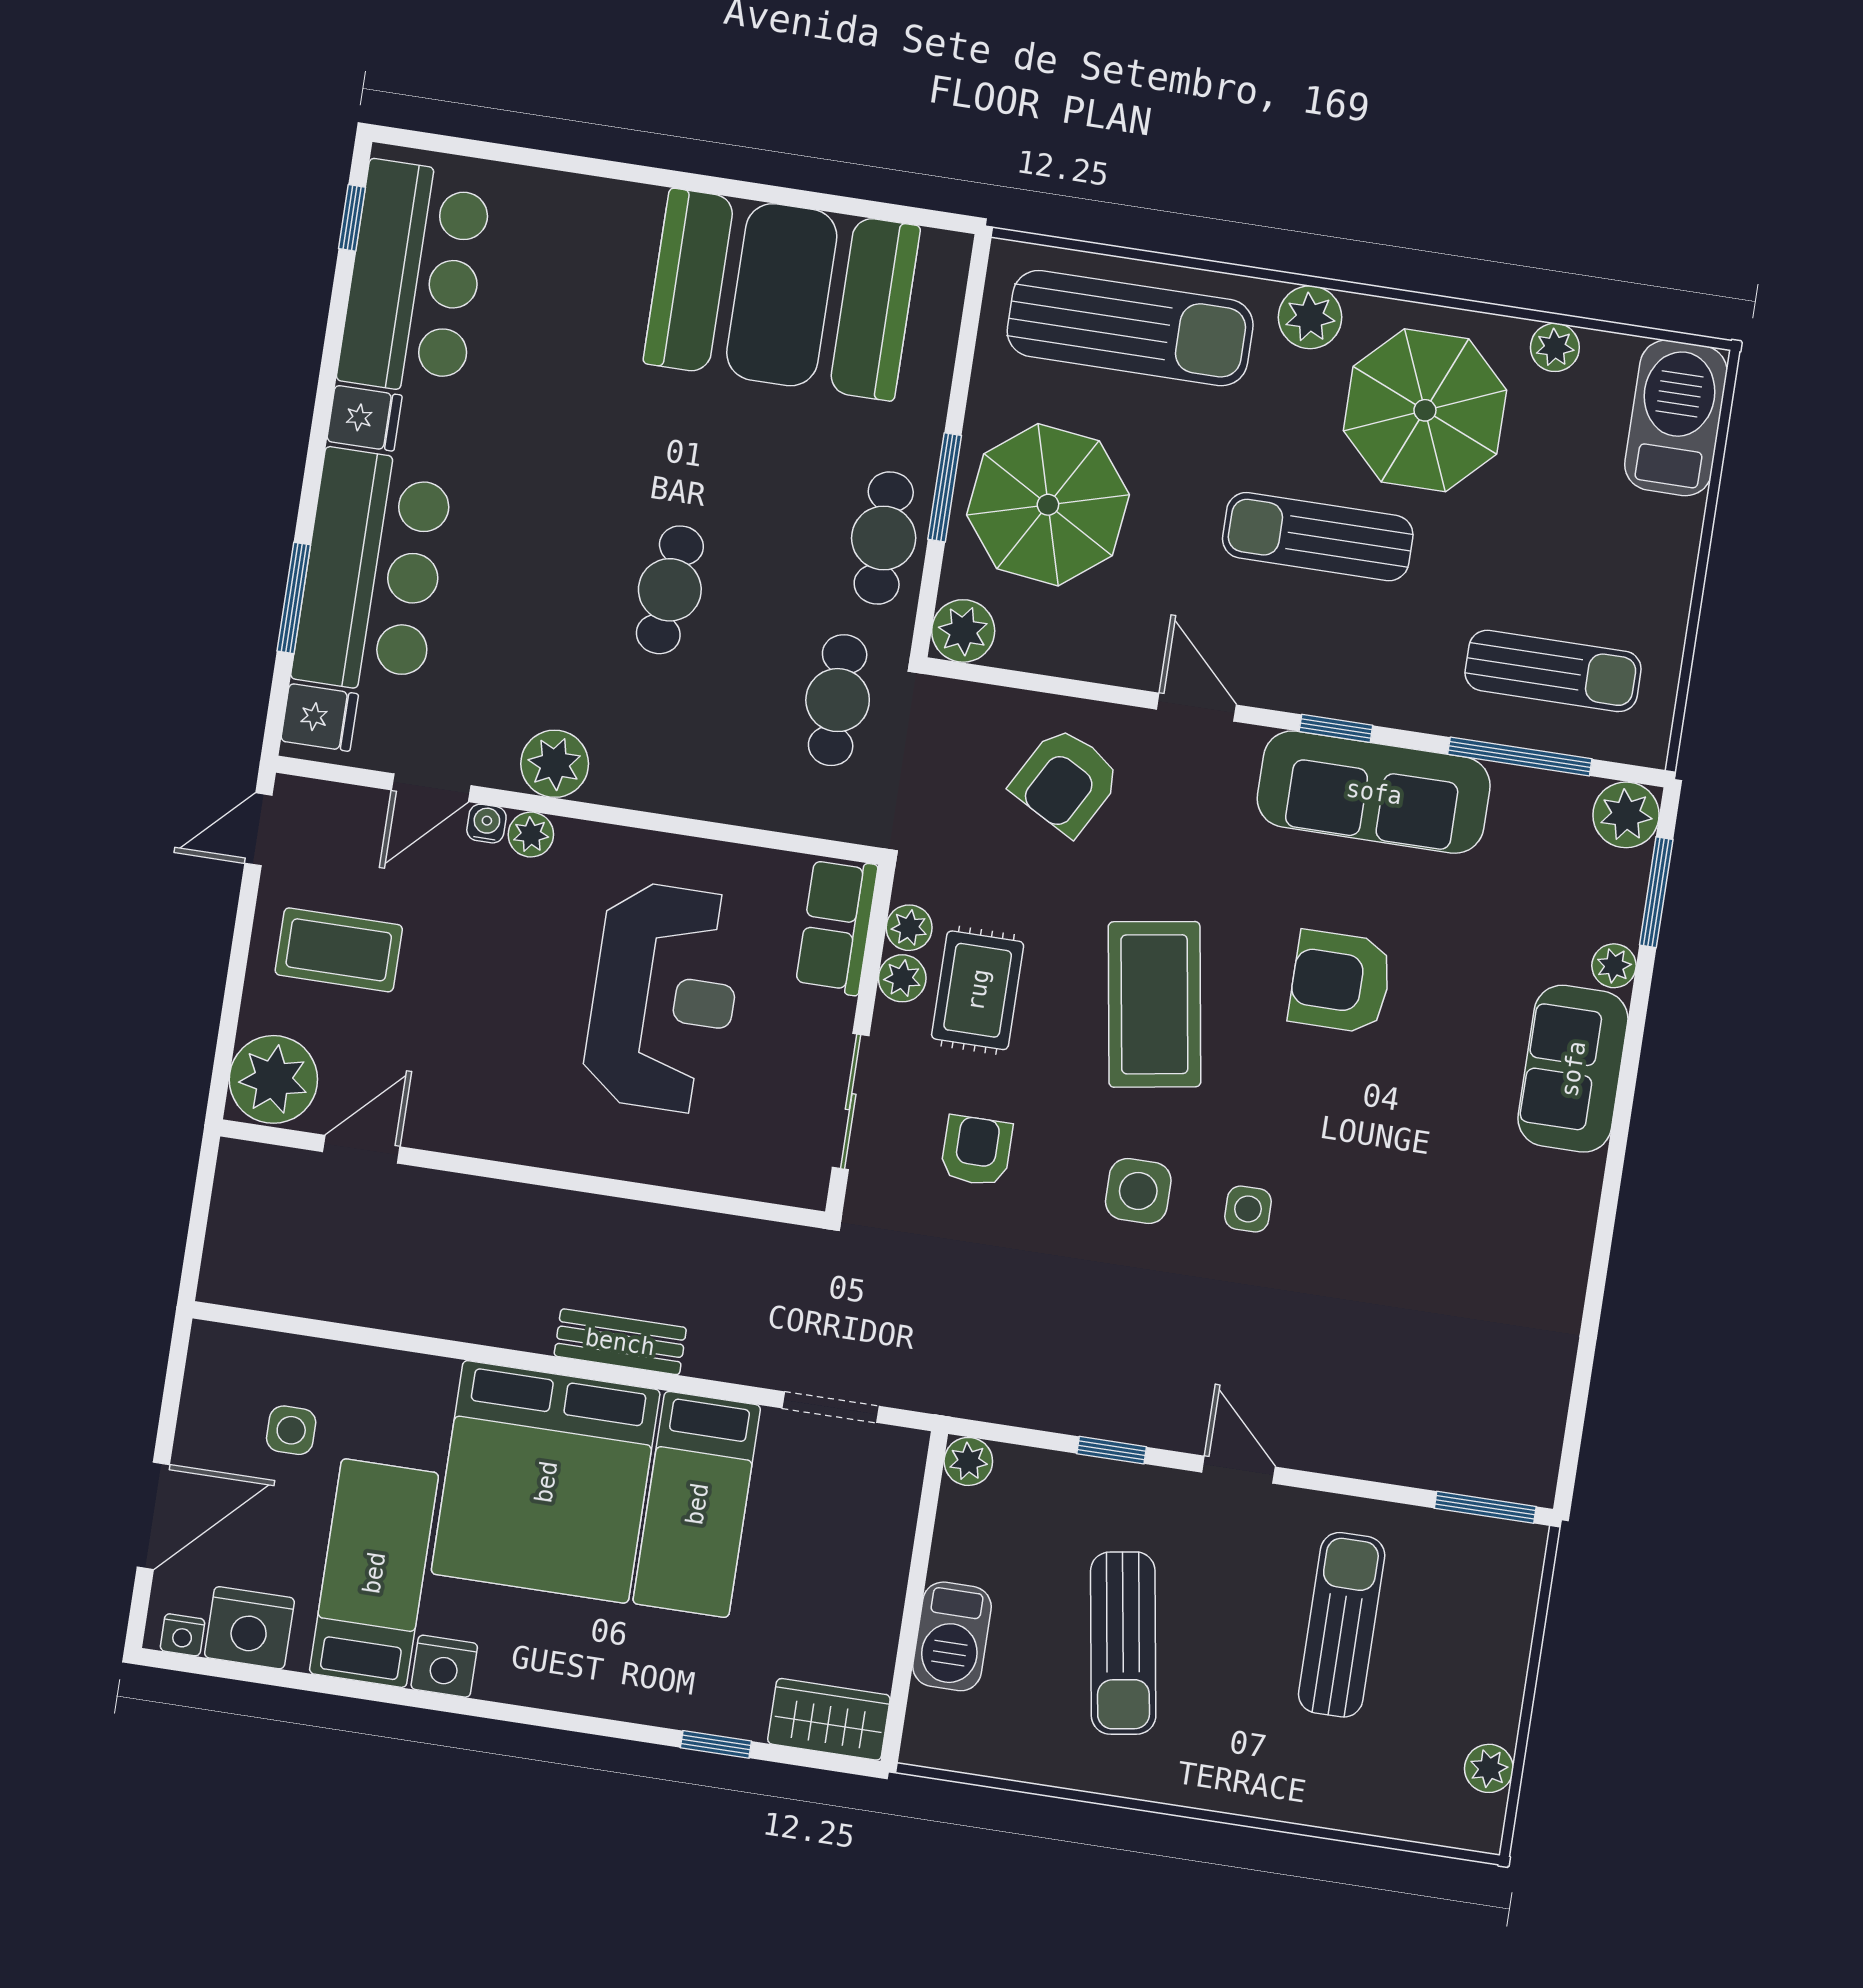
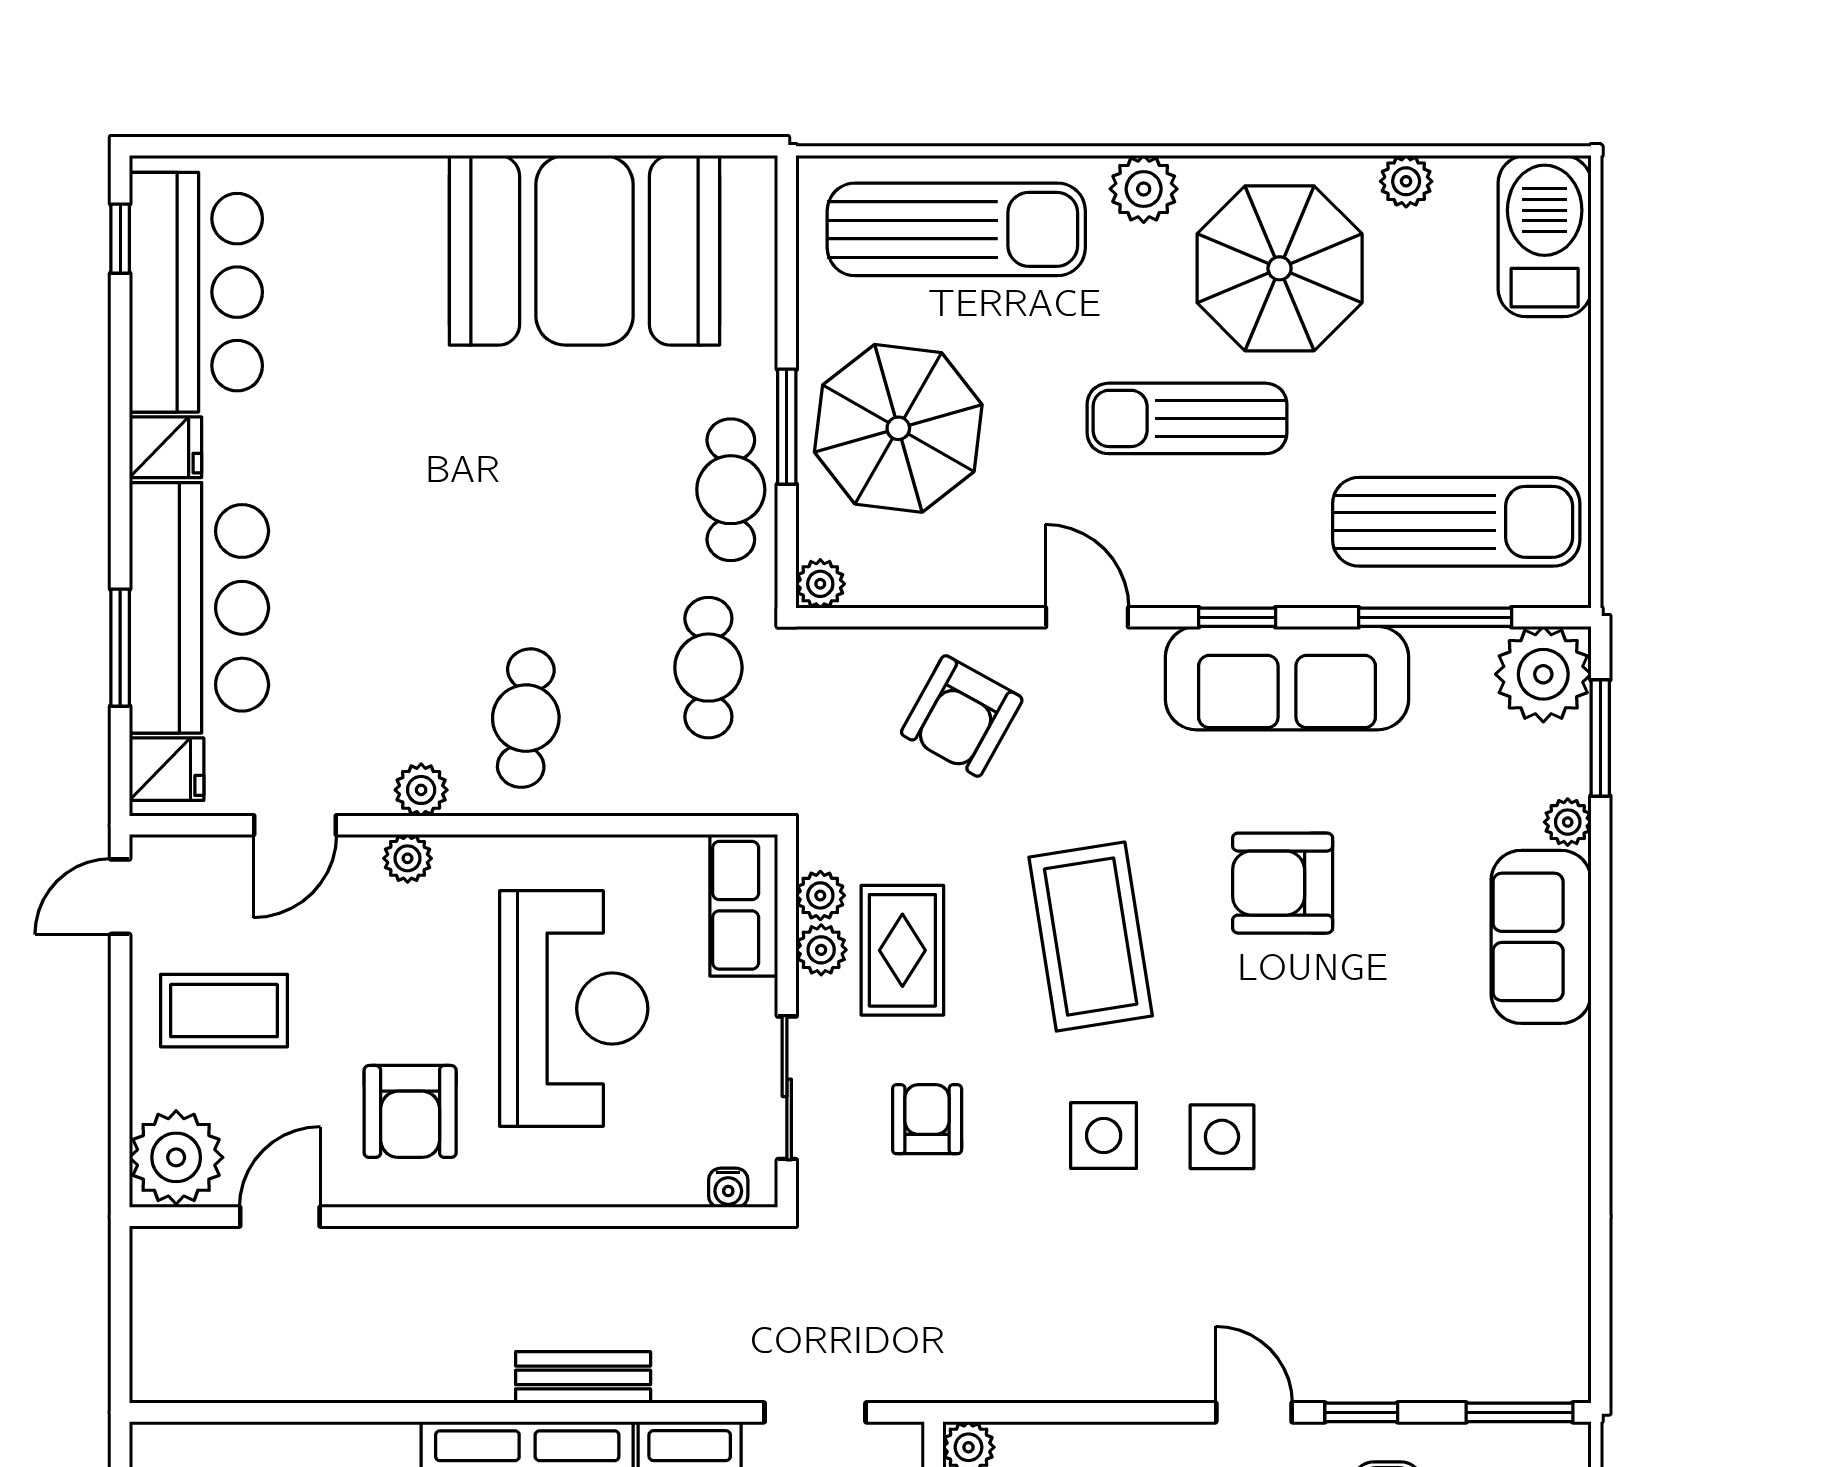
cafe table: (670, 590) -> (526, 718), moved
plant: (963, 631) -> (820, 584), width x0.73, depth x0.73
sun lounger: (1553, 671) -> (1456, 522), width x1.36, depth x1.34
plant: (555, 764) -> (421, 790), width x0.73, depth x0.73
plant: (1626, 815) -> (1543, 674), width x1.36, depth x1.36
water cooler: (486, 824) -> (728, 1188), moved, turned 180
armchair: (497, 1070) -> (410, 1111), added
side table: (1248, 1209) -> (1222, 1137), width x1.37, depth x1.37
window: (1112, 1450) -> (1361, 1412), moved

